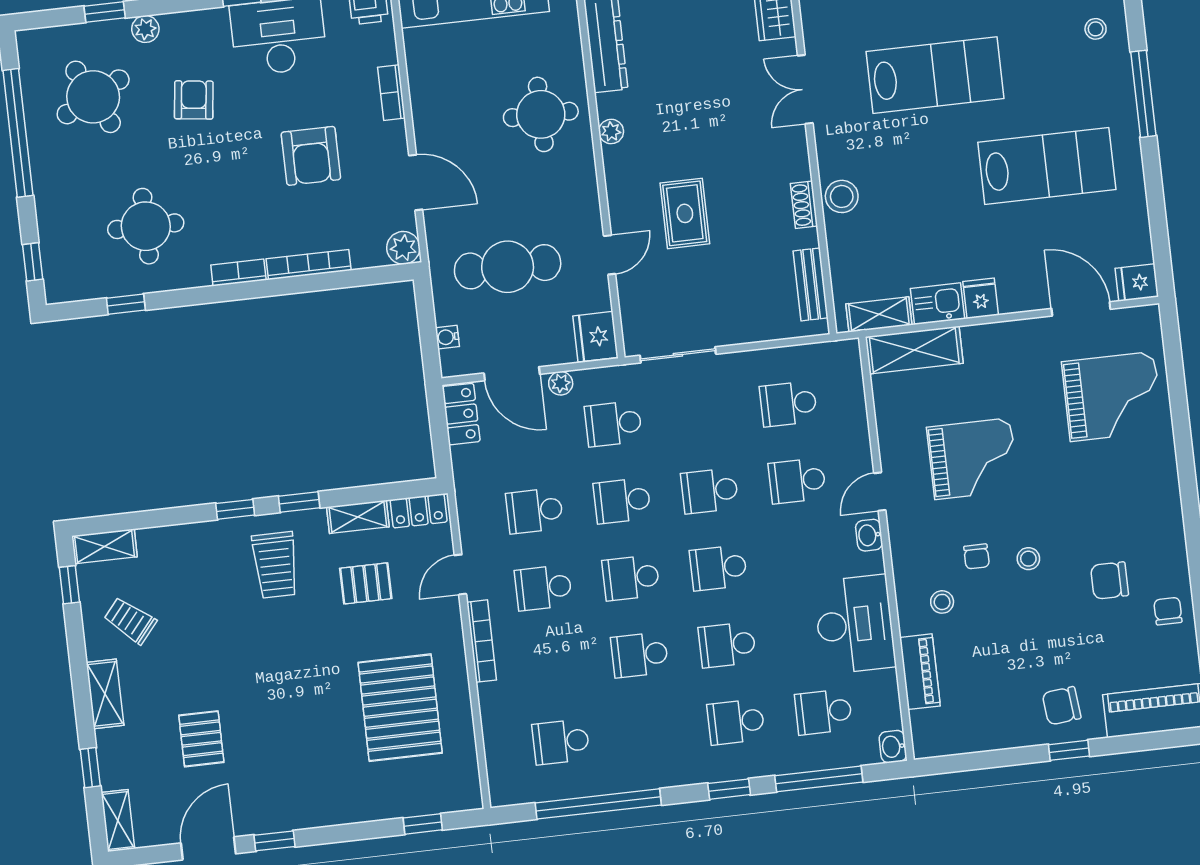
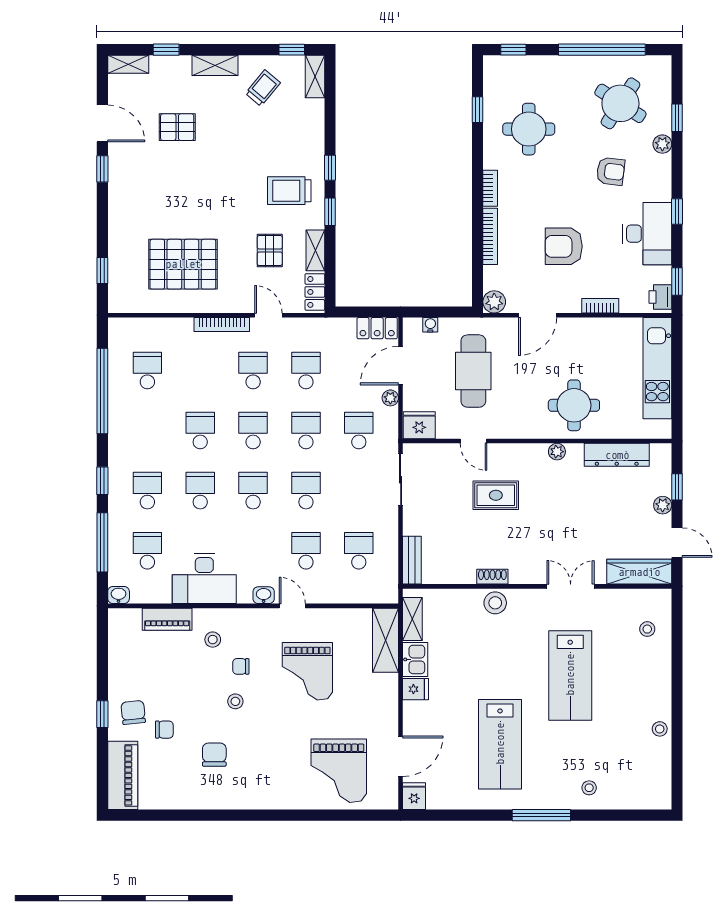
round table: (93, 97) -> (620, 103), turned -30
bench: (811, 284) -> (412, 560), moved, turned 90
chair: (1168, 611) -> (164, 730), moved

